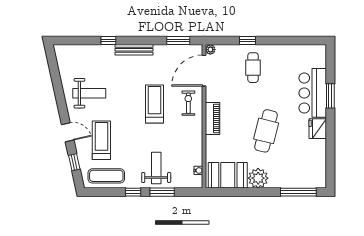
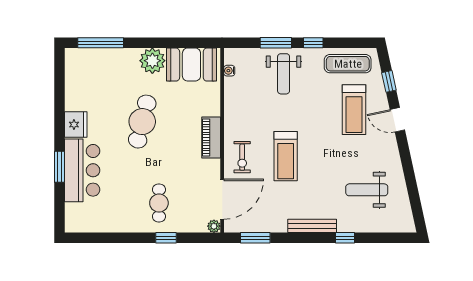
weight bench: (89, 93) -> (367, 190), moved

